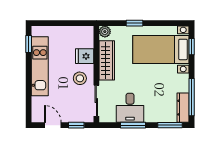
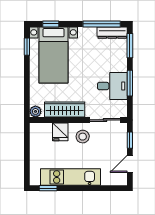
window: (135, 23) -> (27, 47), moved

